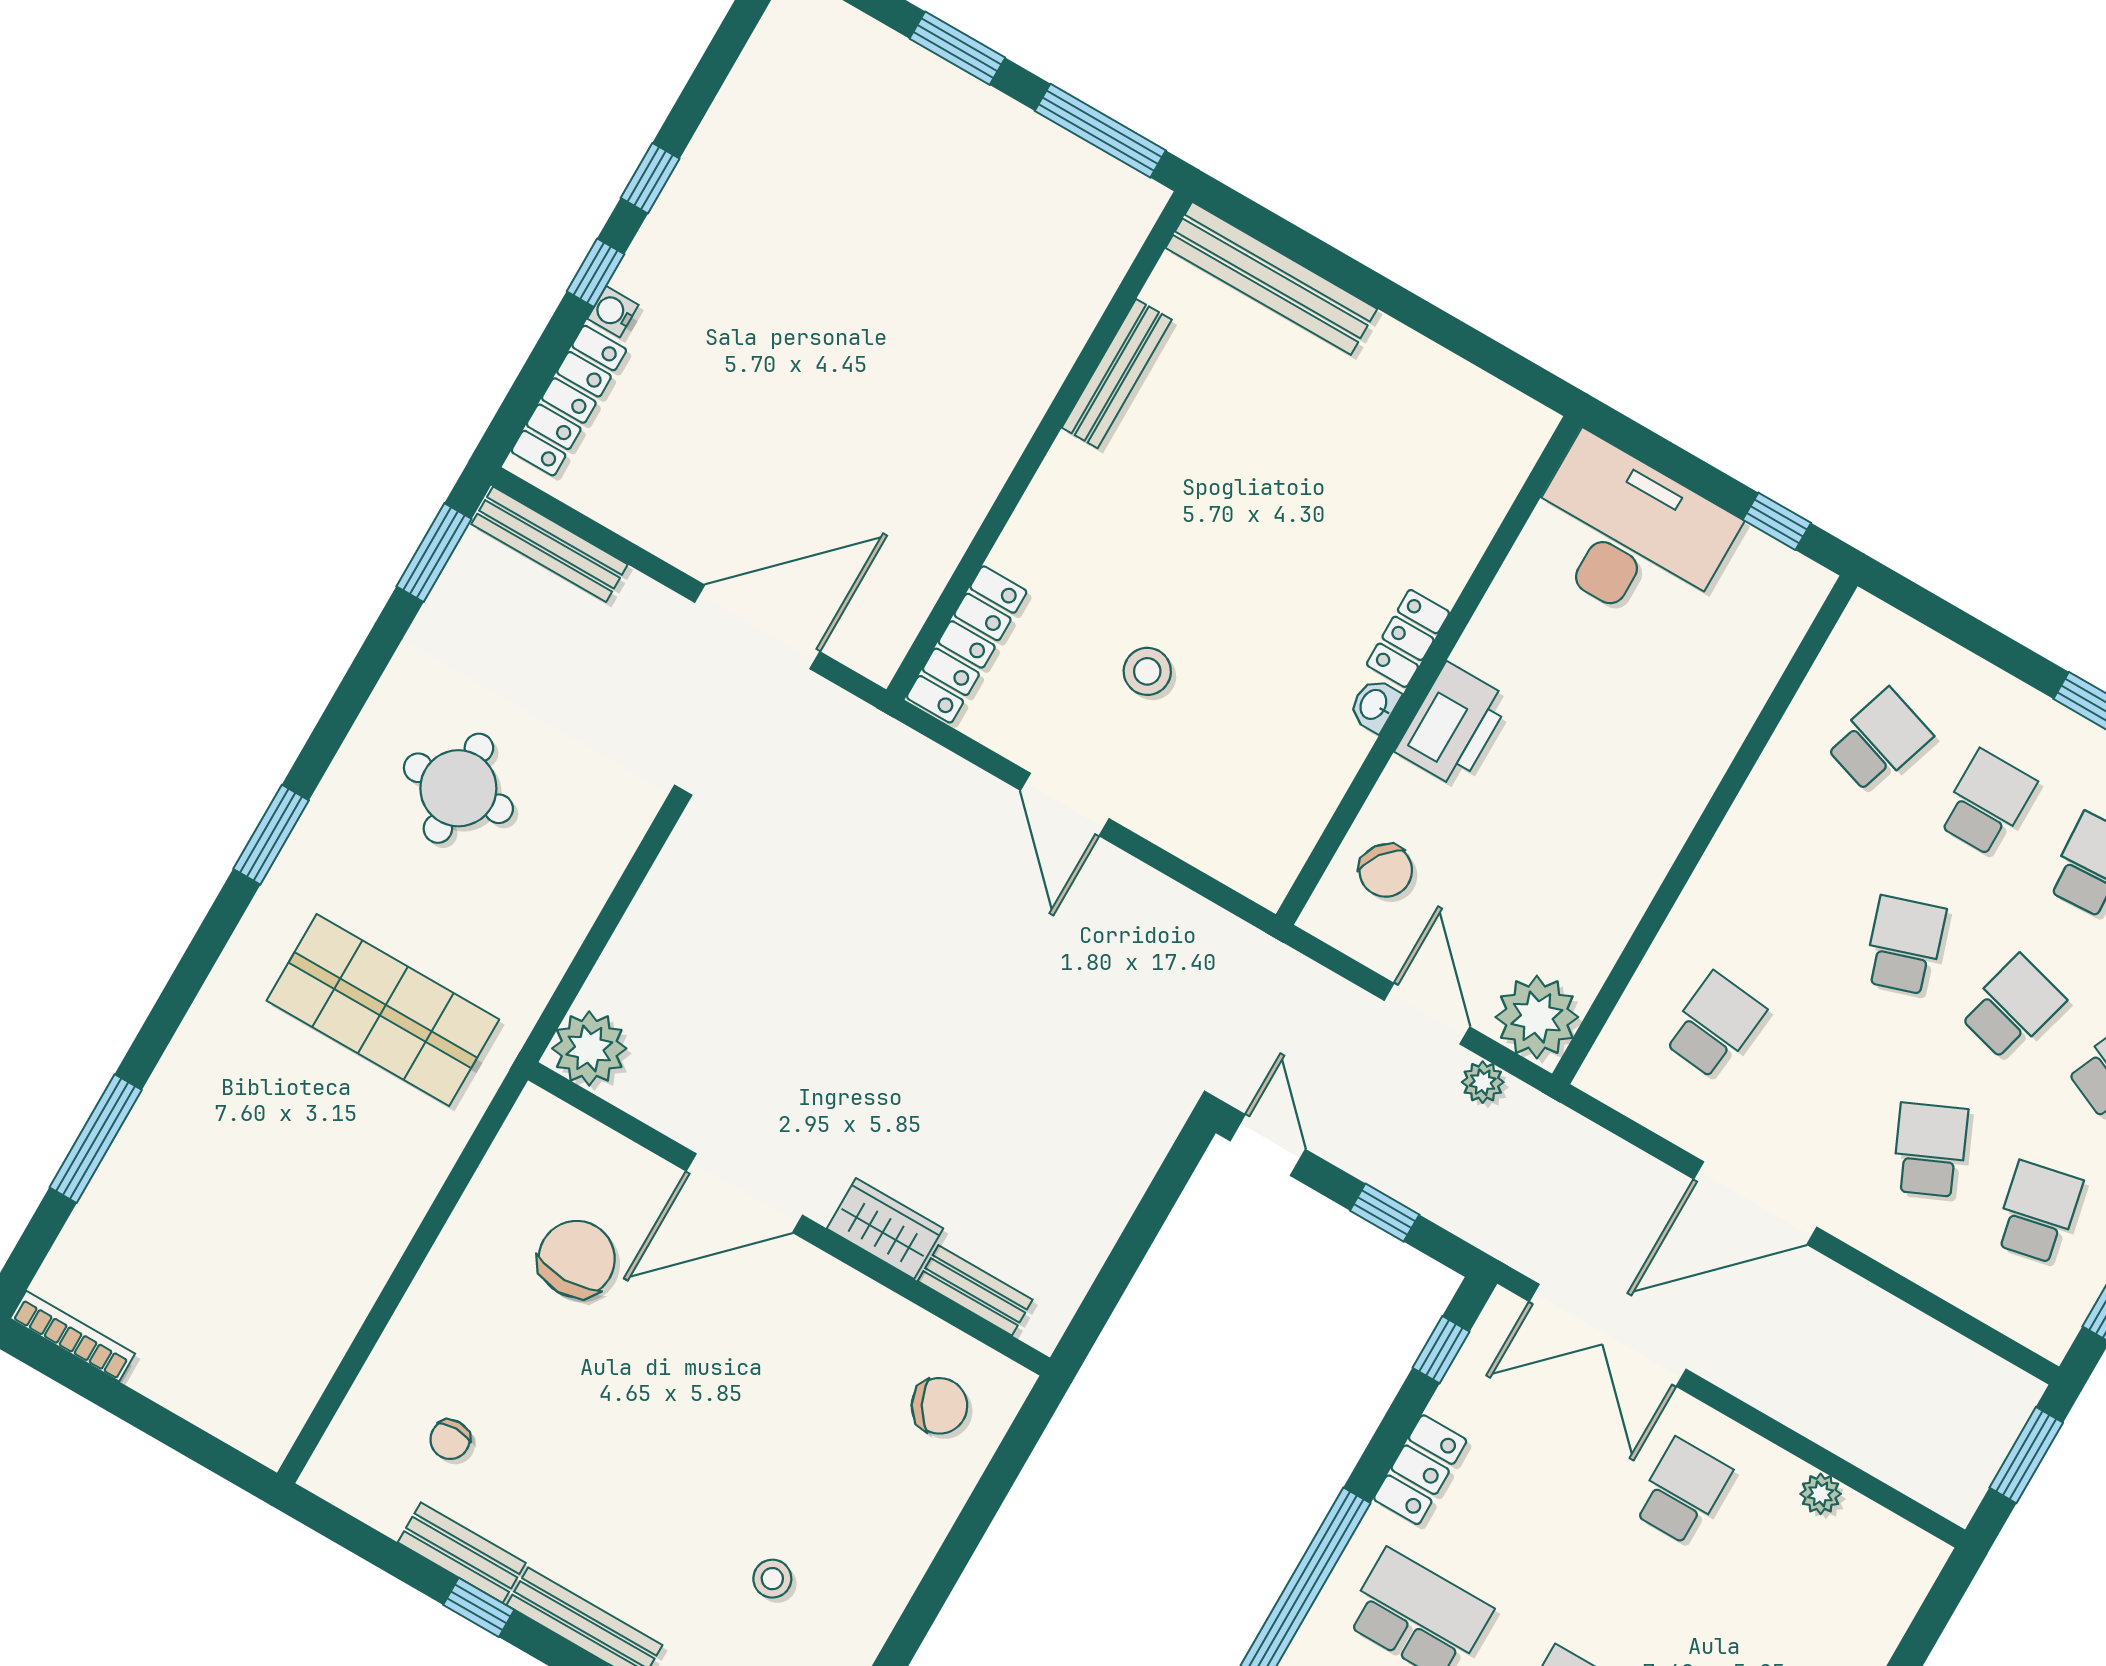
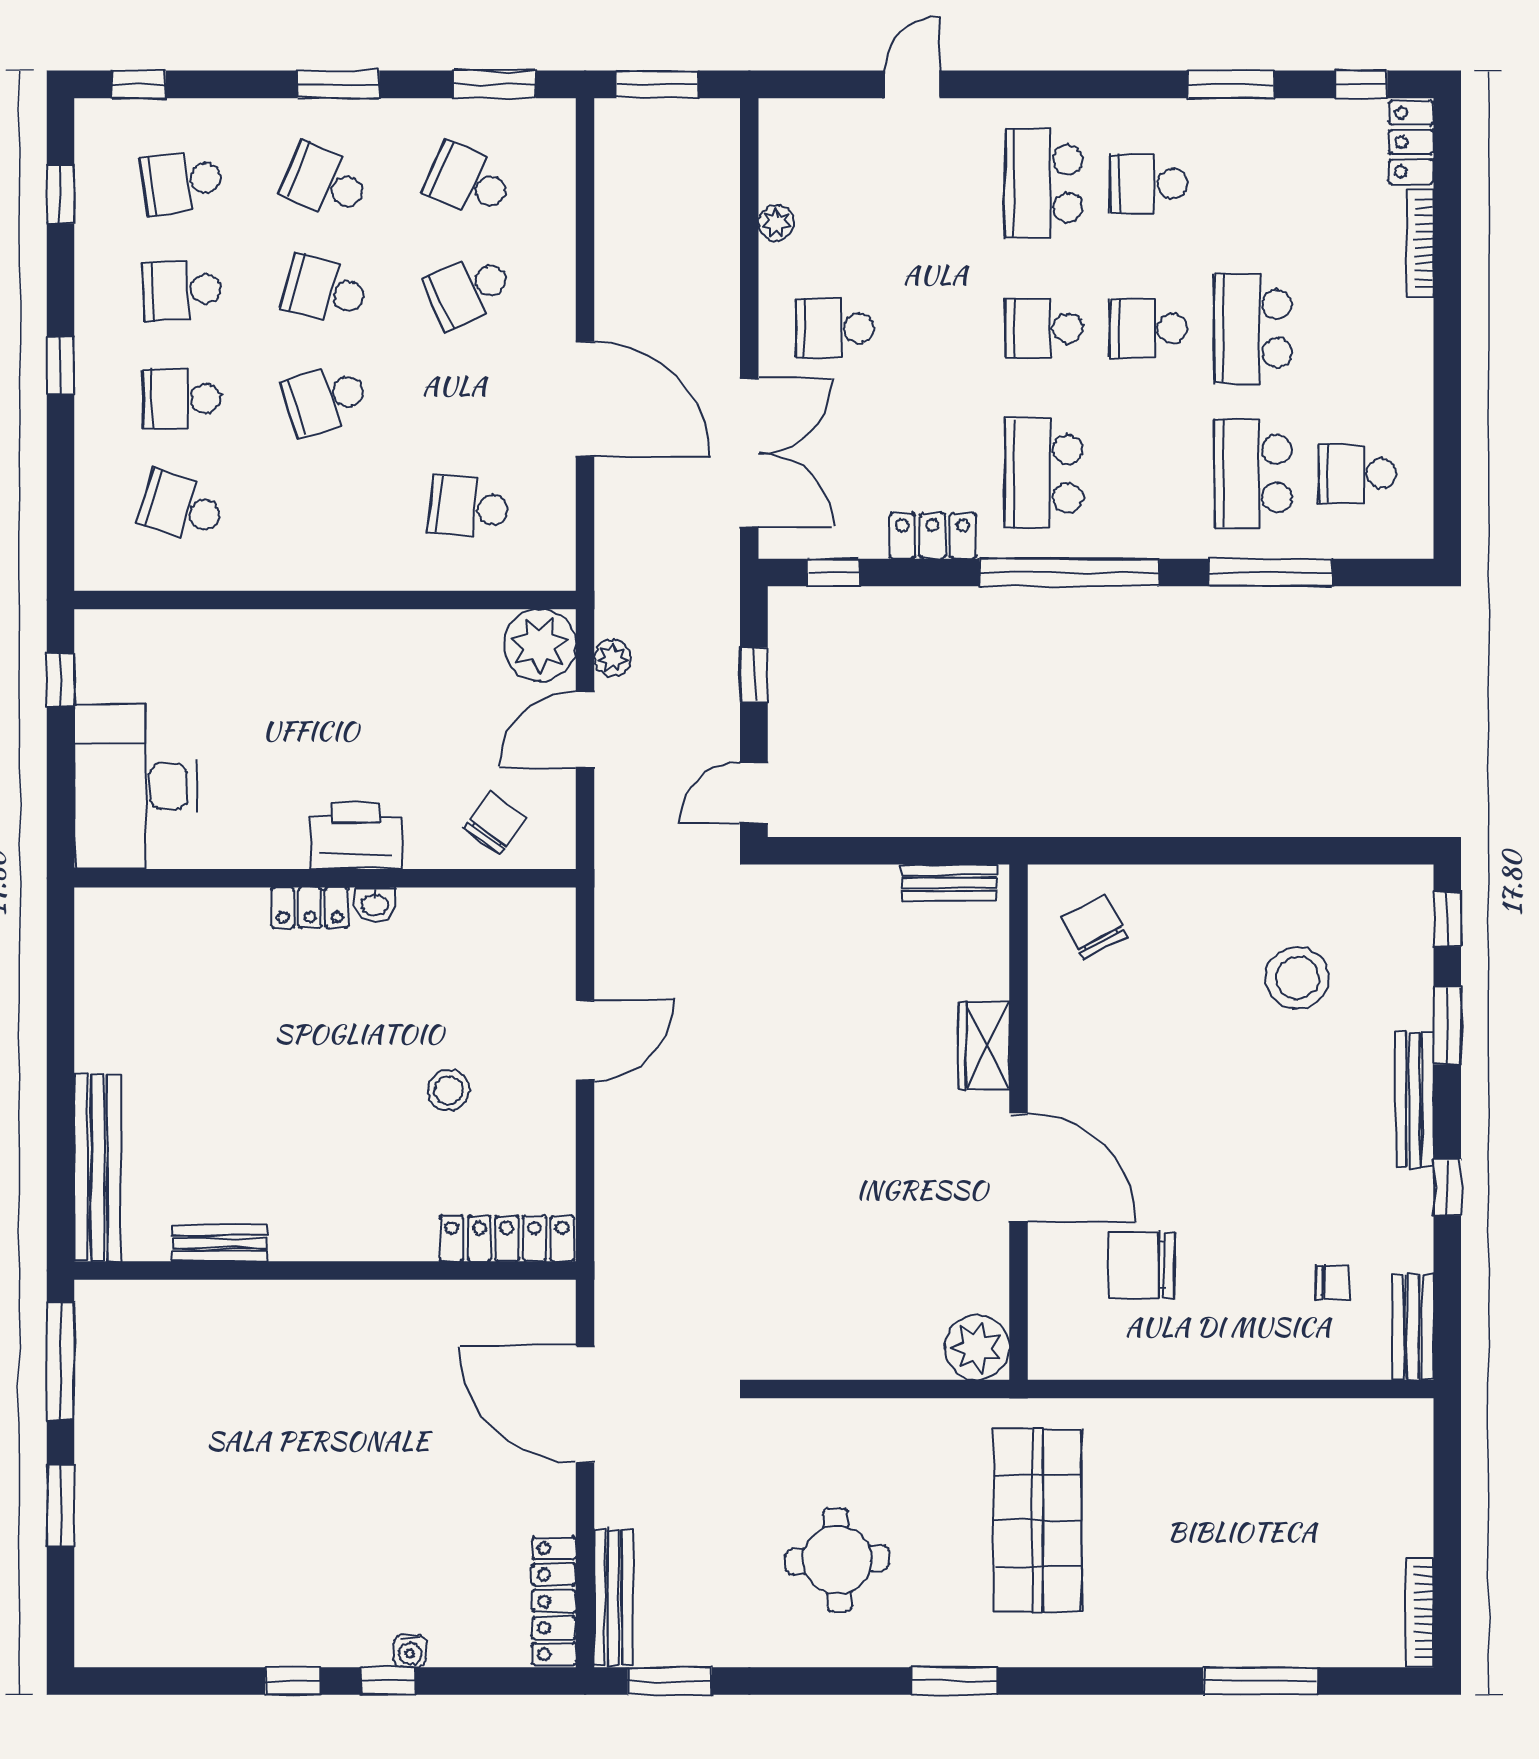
bench: (1117, 374) -> (220, 1243), width x0.73
locker: (569, 401) -> (554, 1601), moved, turned -90
door: (1065, 804) -> (585, 1040), moved
school desk: (2038, 1212) -> (469, 182), turned 36
bench: (975, 1290) -> (949, 883), moved, turned 90
bench: (462, 1553) -> (1413, 1327), moved
stool: (772, 1579) -> (1298, 978), width x1.89, depth x1.89

